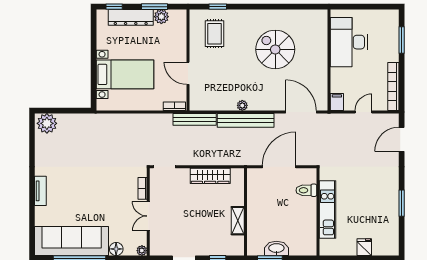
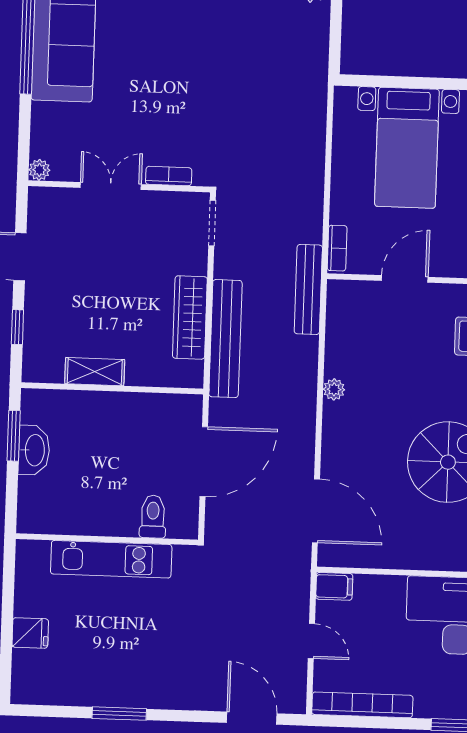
door: (301, 112) -> (316, 511), hinge flipped
bench: (246, 120) -> (225, 339), moved
door: (279, 167) -> (204, 462), hinge flipped
floor lamp: (116, 249) -> (44, 117), removed

